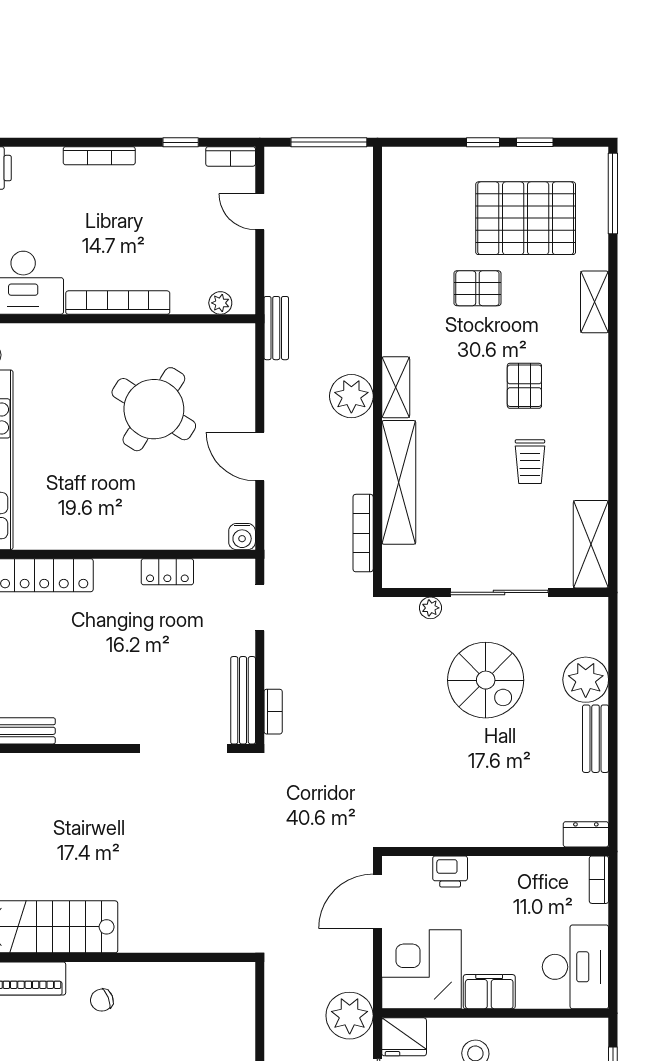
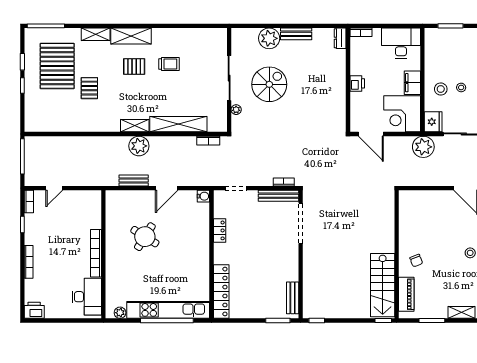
plant: (220, 303) -> (96, 206), removed
bench: (276, 328) -> (134, 180), moved
round table: (154, 409) -> (145, 237), width x0.73, depth x0.73
bookcase: (363, 533) -> (208, 141), width x0.64
shelving: (591, 544) -> (131, 36), moved
printer: (450, 872) -> (357, 83), moved

